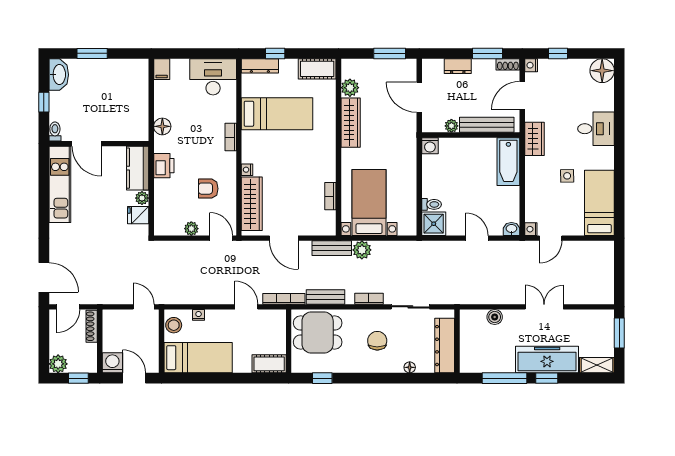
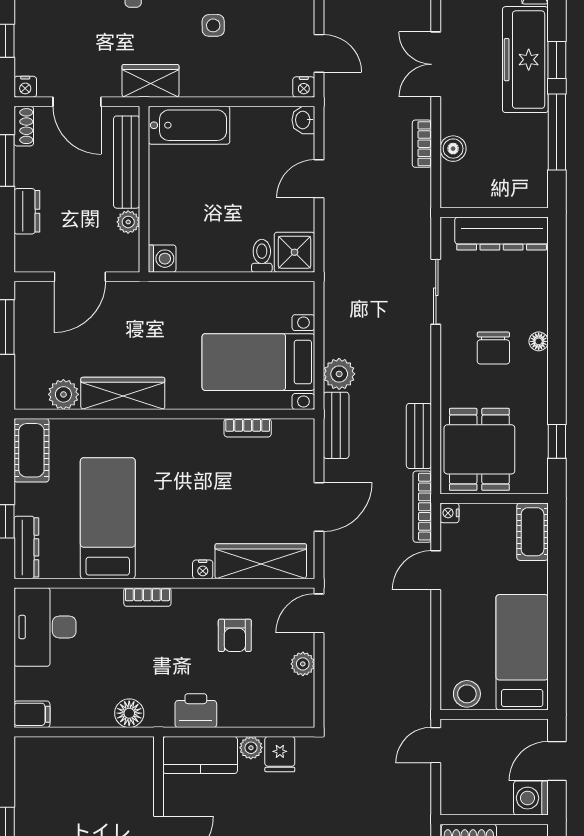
bookcase: (369, 299) -> (422, 144), moved
nightstand: (199, 315) -> (450, 513), moved
chair: (377, 341) -> (493, 348), turned -90
floor lamp: (410, 367) -> (539, 341), moved

